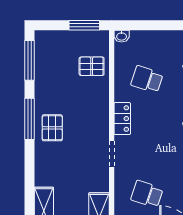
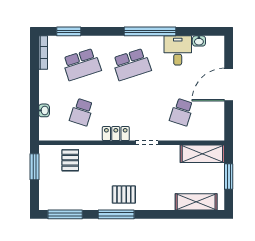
washbasin: (122, 36) -> (44, 110), moved

